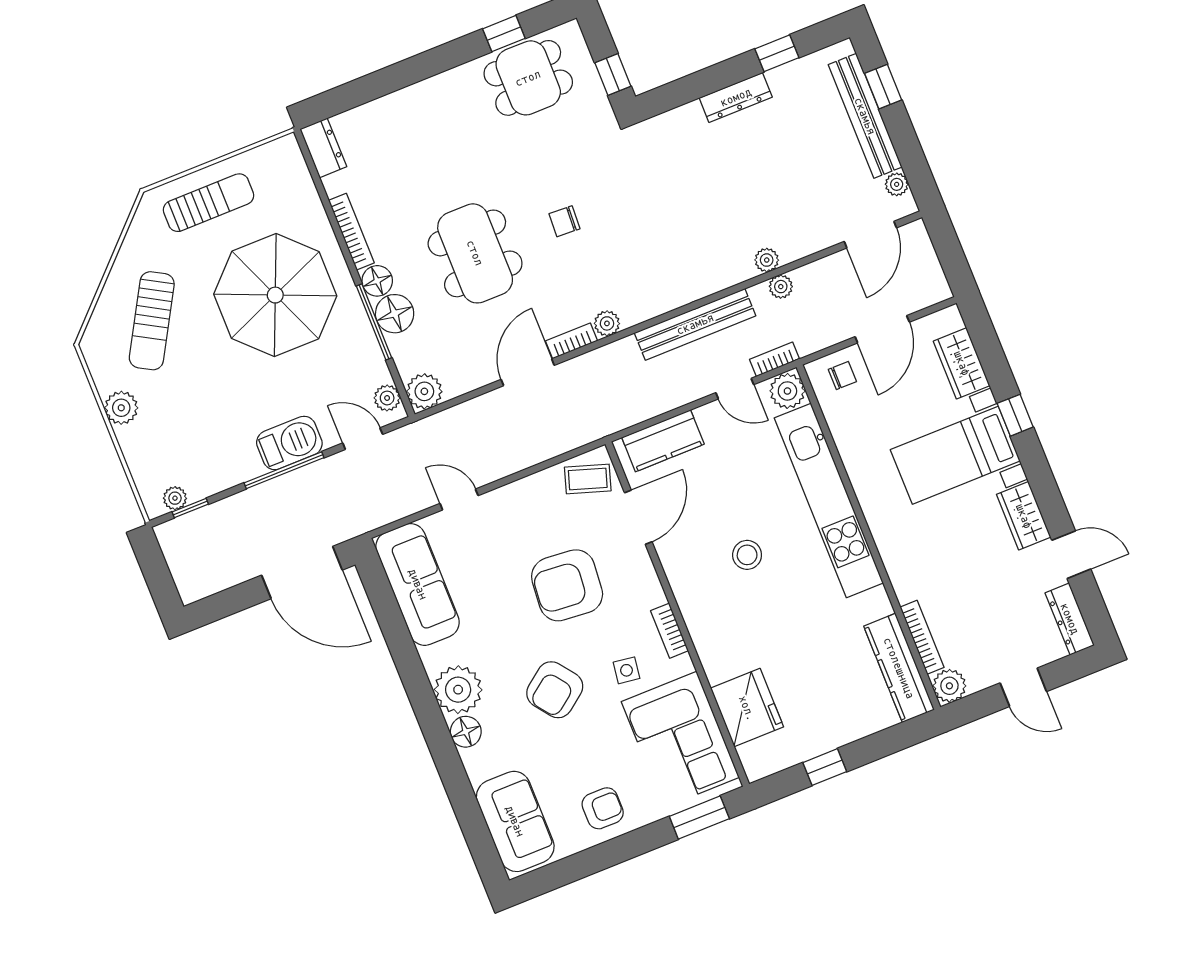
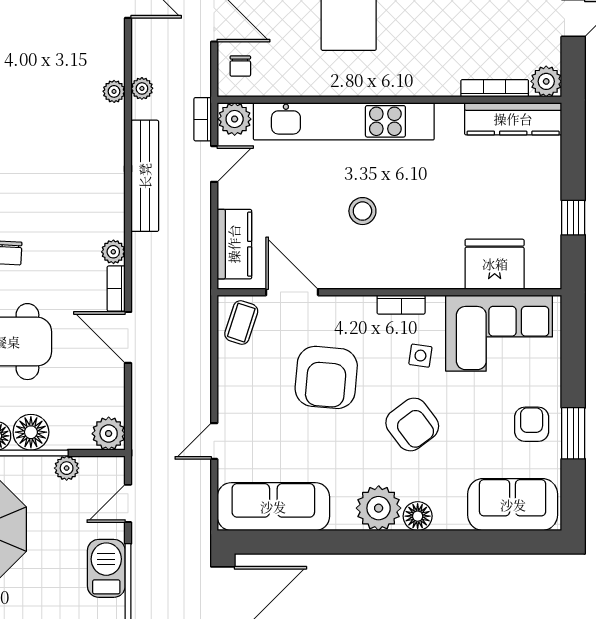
chair: (842, 375) -> (240, 66), turned 180
plant: (387, 398) -> (67, 468), moved
window: (699, 817) -> (573, 433), moved

